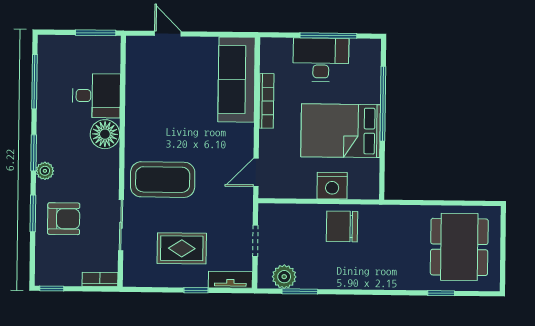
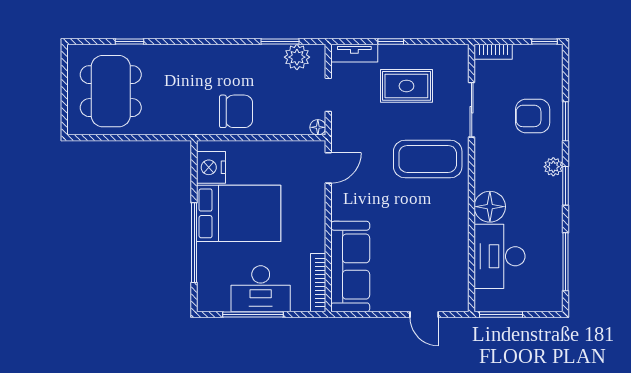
desk: (96, 96) -> (500, 256), width x1.37
bookcase: (266, 101) -> (318, 283), moved
nightstand: (332, 186) -> (211, 167), moved, turned -90
floor lamp: (265, 211) -> (318, 127), added

